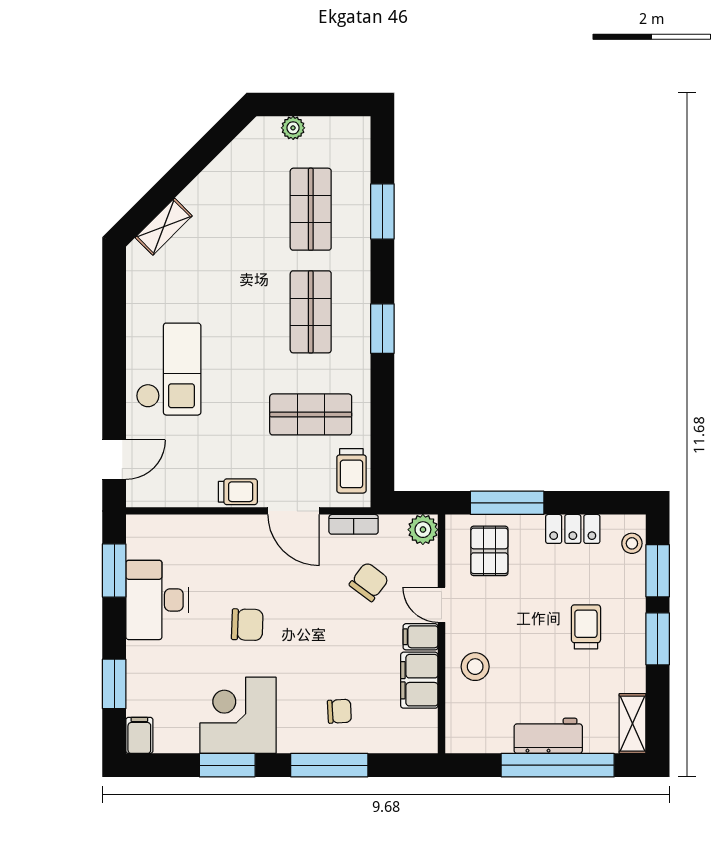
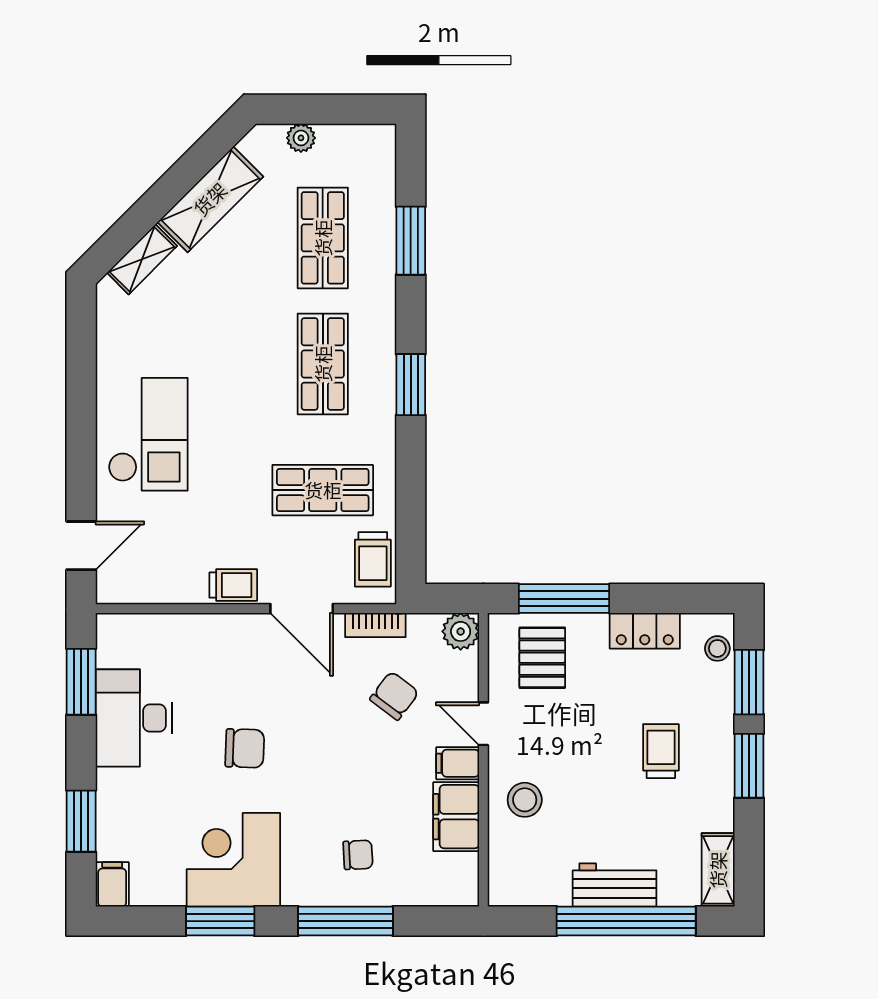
shelving: (219, 178) -> (210, 199), added

